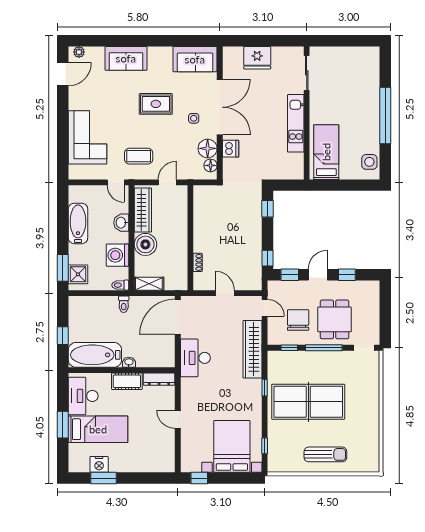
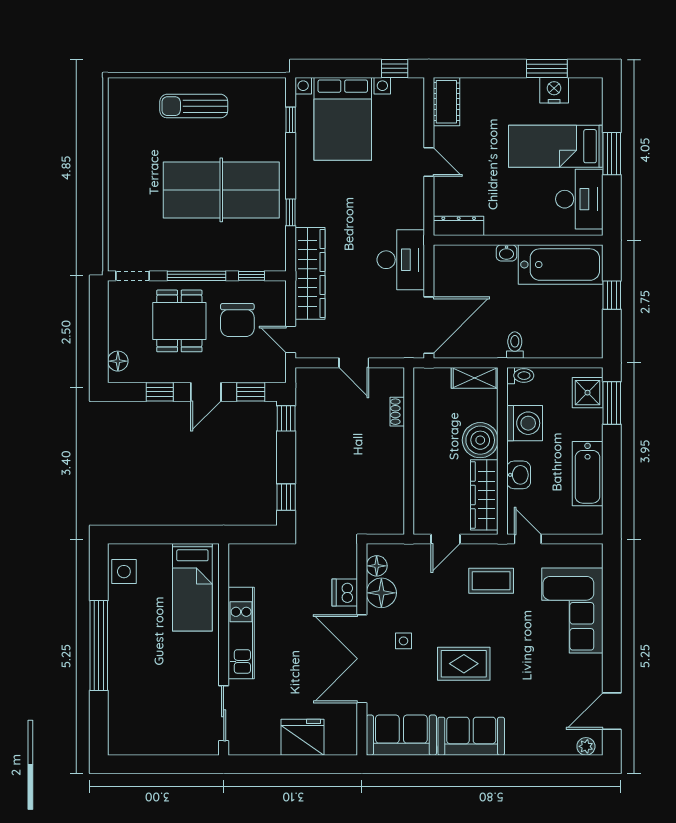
sofa: (126, 58) -> (471, 736), moved
floor lamp: (373, 294) -> (118, 361), added
cot: (127, 381) -> (446, 102), moved, turned 90

